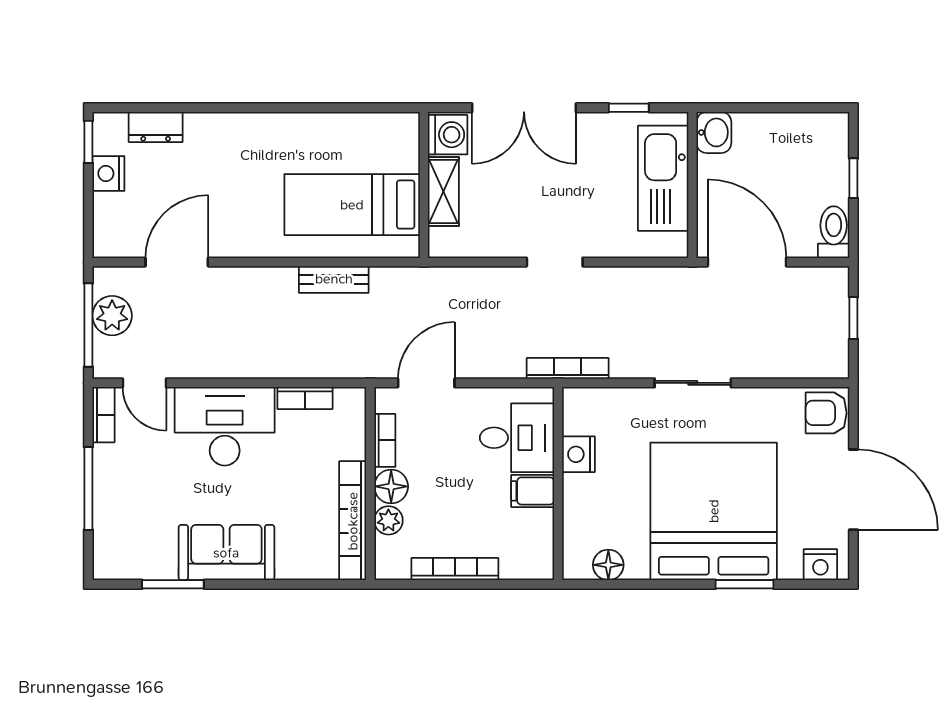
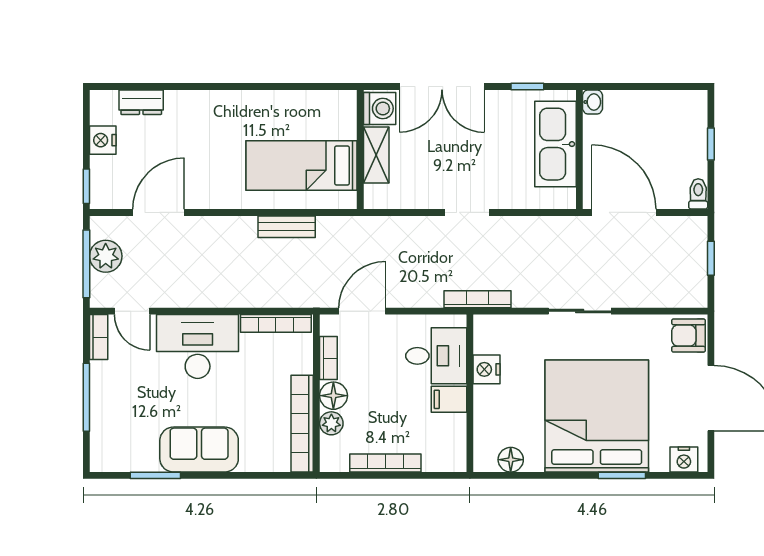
washbasin: (714, 132) -> (593, 102), width x0.72, depth x0.69
window: (88, 142) -> (86, 186), moved
toilet: (834, 232) -> (698, 194), width x0.73, depth x0.72
bookcase: (305, 398) -> (276, 323), width x1.56

